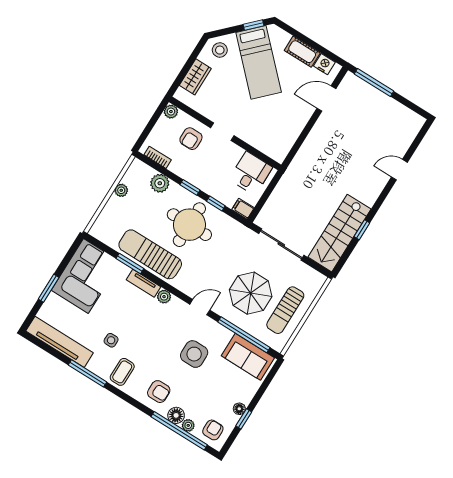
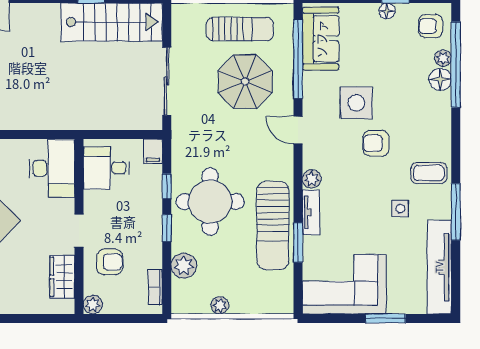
wardrobe: (195, 77) -> (62, 277), moved, turned -90
desk: (271, 139) -> (52, 169), added
armchair: (159, 392) -> (376, 143), moved, turned -90

